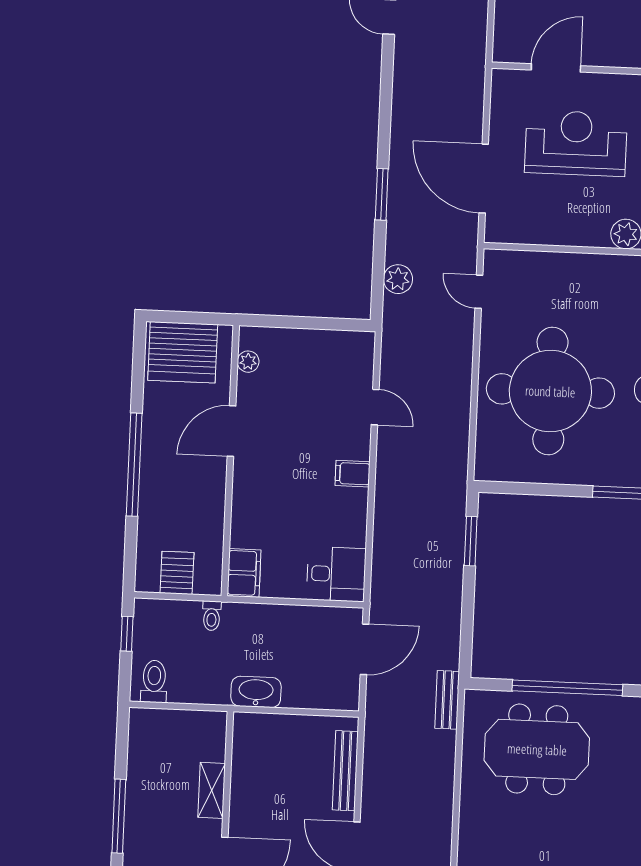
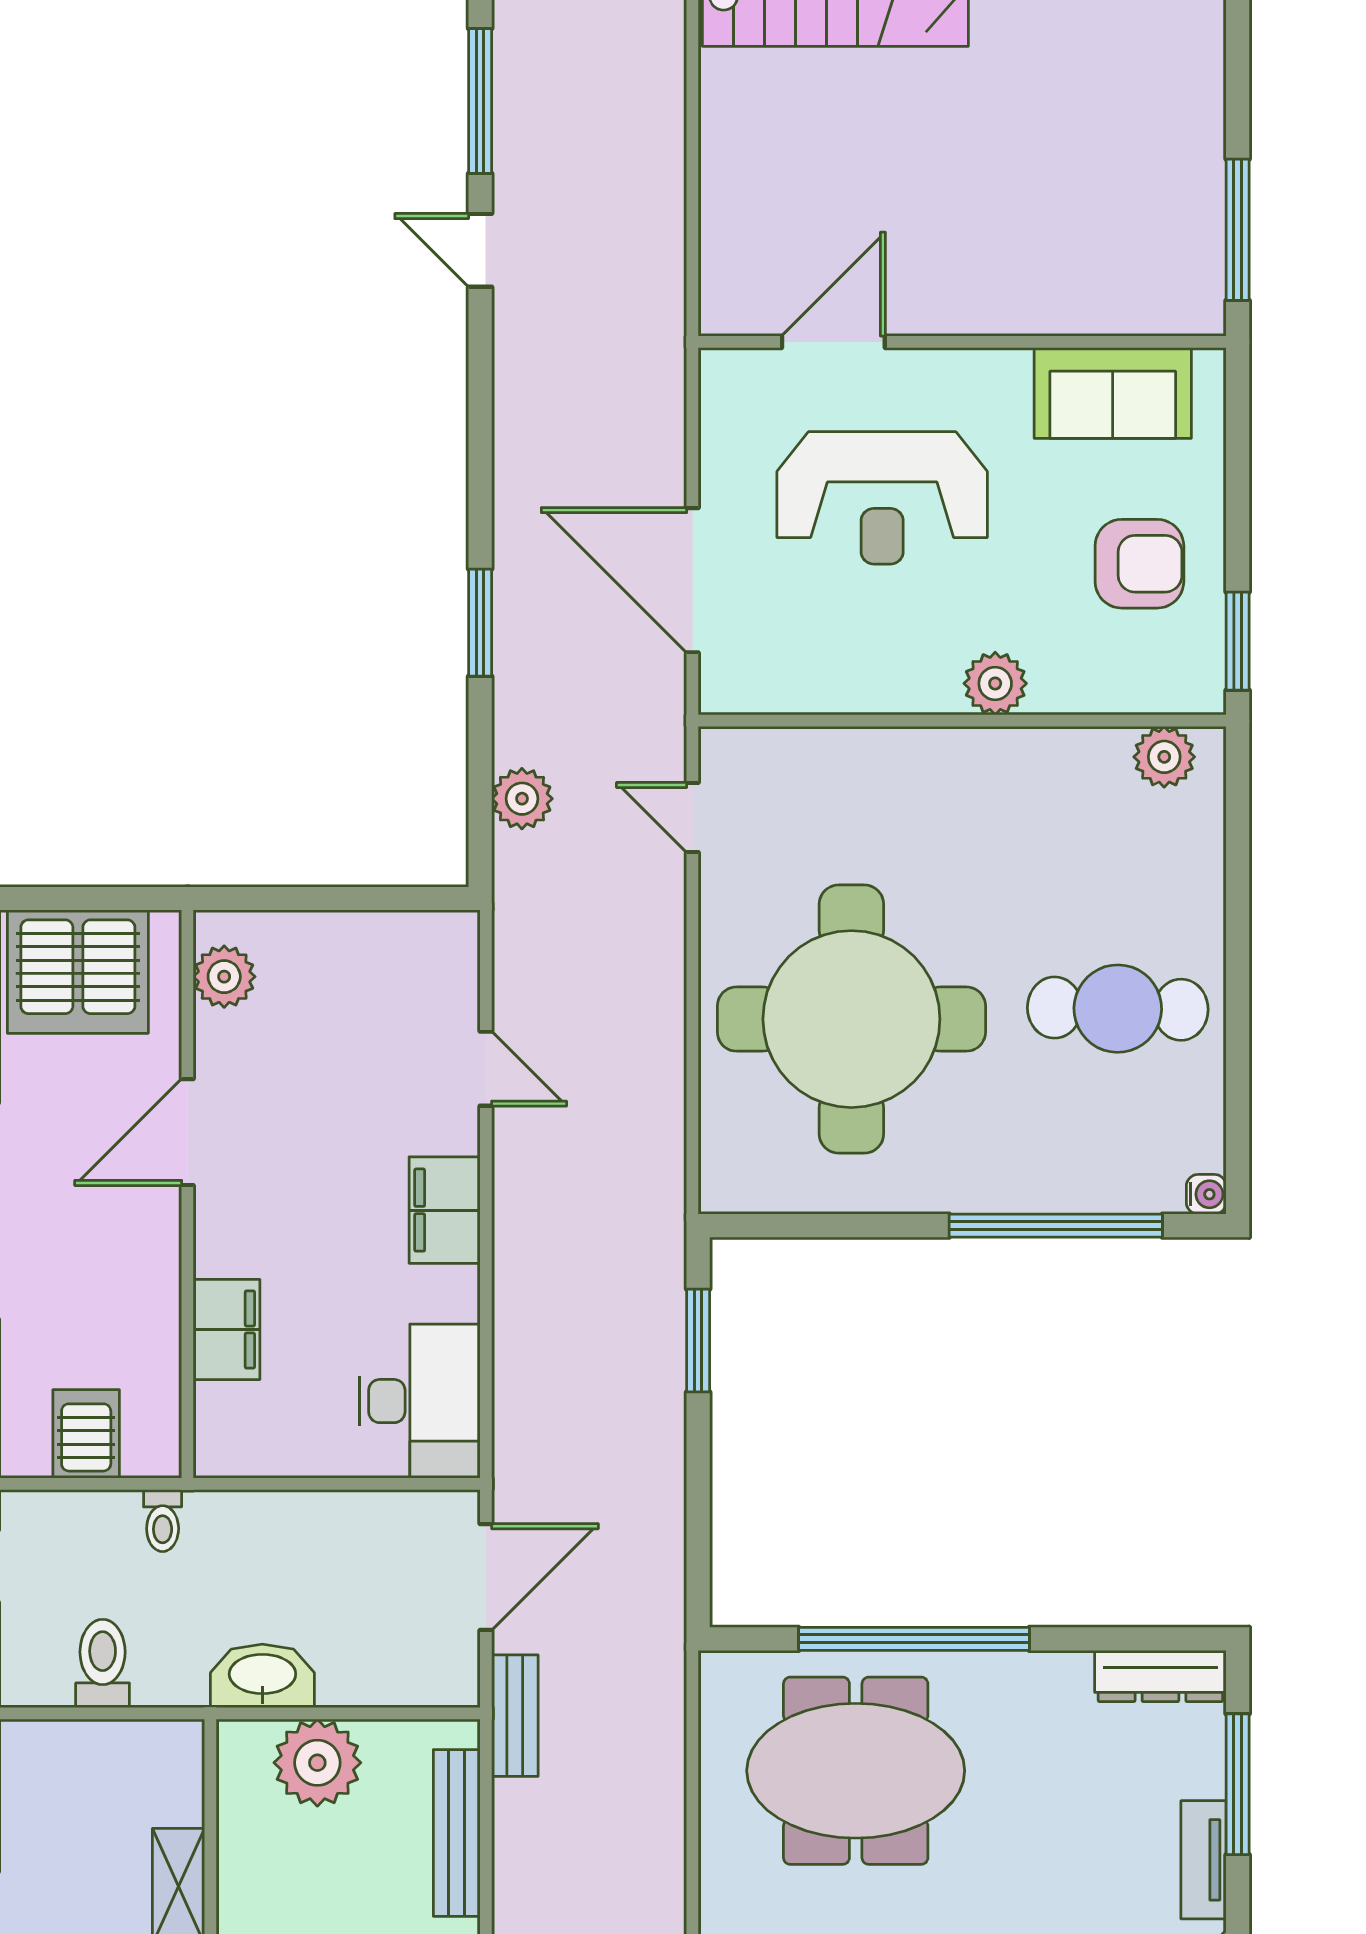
reception desk: (576, 143) -> (882, 498), turned 180
plant: (248, 362) -> (224, 977), width x1.38, depth x1.38
filing cabinet: (352, 474) -> (445, 1210), width x2.00
filing cabinet: (244, 573) -> (227, 1330), moved
desk: (336, 574) -> (420, 1401), width x1.37
toilet: (154, 681) -> (103, 1663), moved
bench: (447, 700) -> (515, 1716), moved
plant: (280, 734) -> (317, 1763), added

